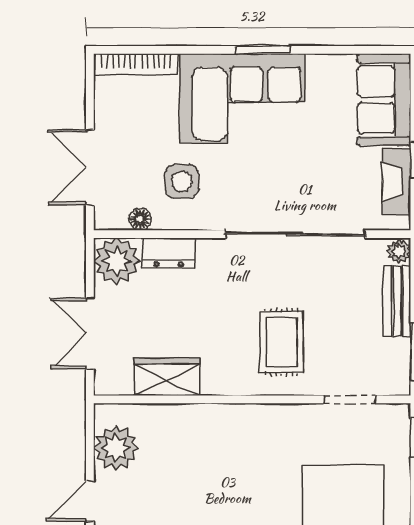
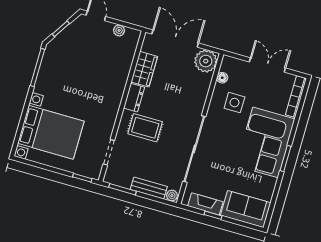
double door: (90, 167) -> (267, 65), moved
dresser: (169, 253) -> (134, 98), moved, turned 180
double door: (90, 333) -> (175, 39), width x1.37
plant: (116, 448) -> (119, 30), width x0.53, depth x0.53

